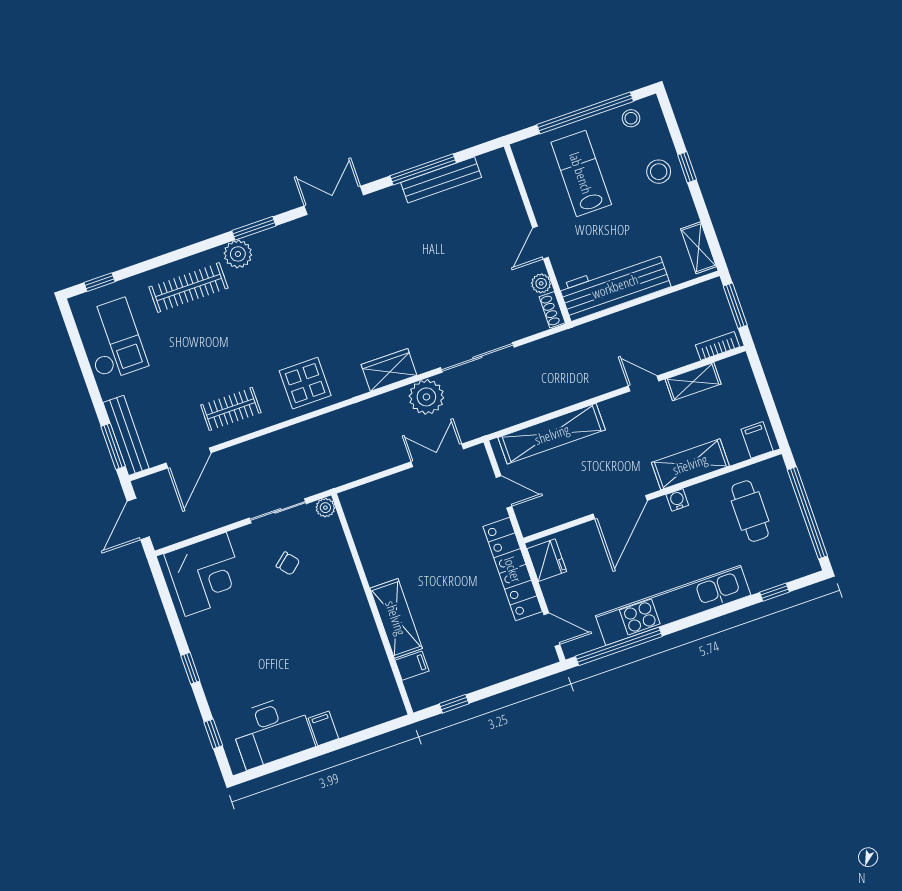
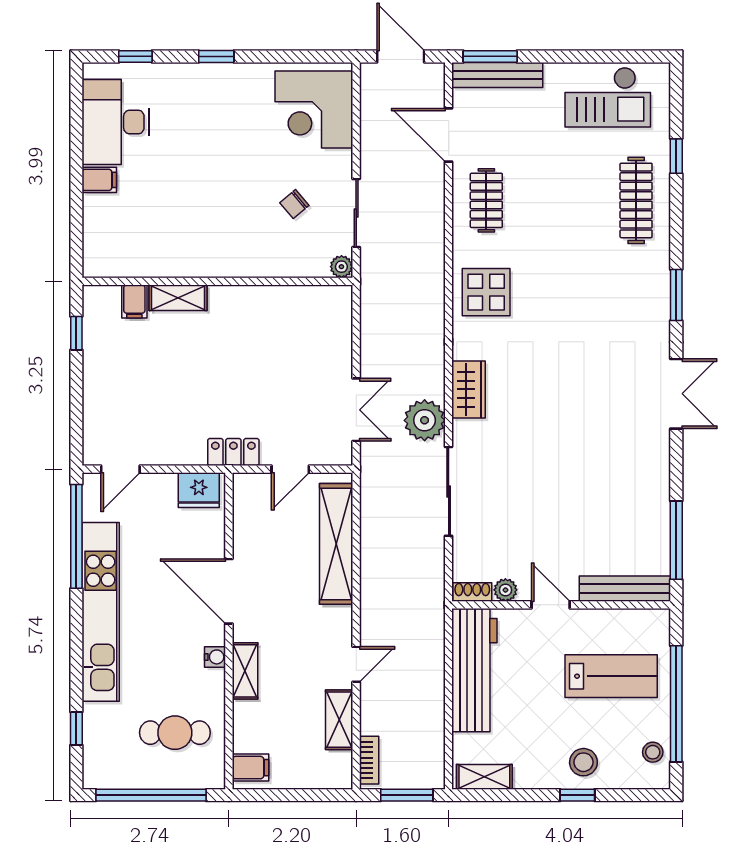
window: (423, 169) -> (676, 540), moved
bench: (441, 180) -> (625, 589), moved, turned 90
plant: (238, 254) -> (654, 268), removed
window: (99, 282) -> (676, 156), moved
shelving: (690, 464) -> (245, 671), width x0.67, depth x0.75
locker: (513, 569) -> (233, 452), width x0.46, depth x0.83
shelving: (396, 618) -> (178, 298), width x0.67, depth x0.75

